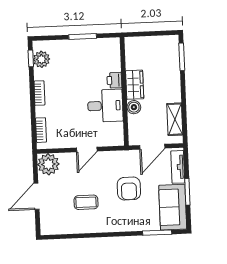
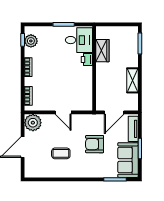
wardrobe: (135, 85) -> (102, 51), moved
desk: (105, 106) -> (79, 40), moved
boiler: (134, 107) -> (101, 81), removed
shelving: (175, 119) -> (132, 80), moved
door: (87, 150) -> (63, 112), hinge flipped
armchair: (129, 189) -> (95, 144), turned 90

